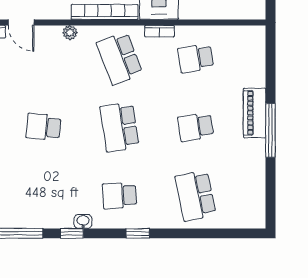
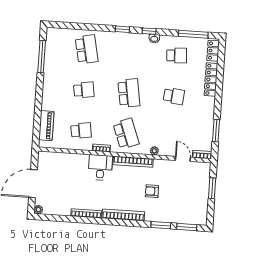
piano: (255, 113) -> (46, 126), moved
window: (270, 130) -> (42, 57), moved
school desk: (120, 196) -> (177, 55), moved
window: (72, 233) -> (149, 31), moved

